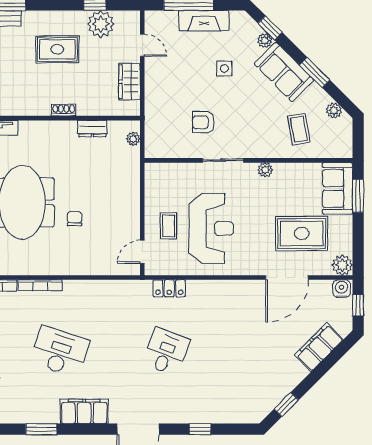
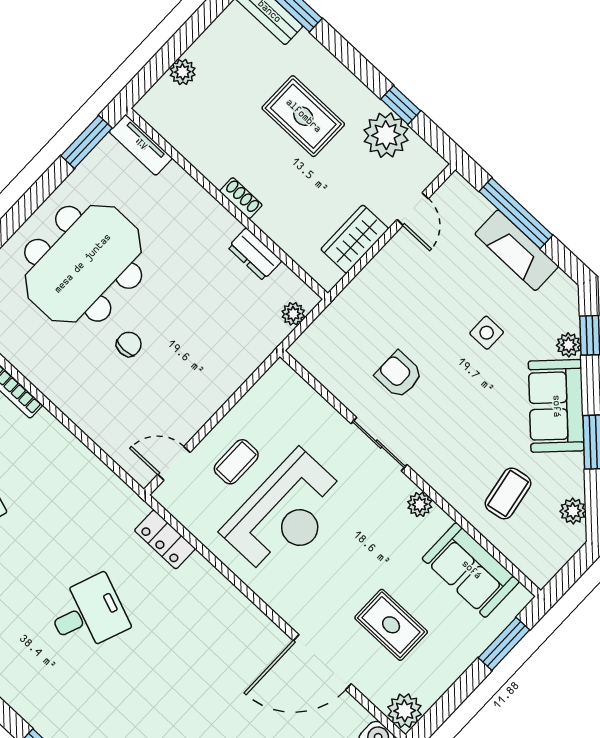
sofa: (338, 188) -> (471, 570), moved, turned -90
rug: (302, 233) -> (391, 625), width x0.73, depth x0.70

